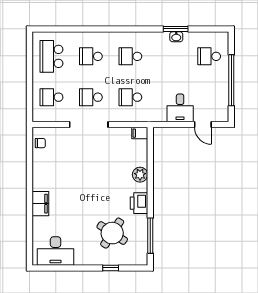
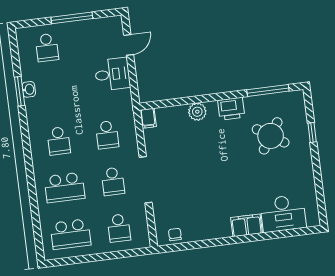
school desk: (91, 56) -> (65, 188), width x1.85
window: (231, 80) -> (72, 18), width x0.68
desk: (56, 251) -> (283, 213), moved, turned 90

